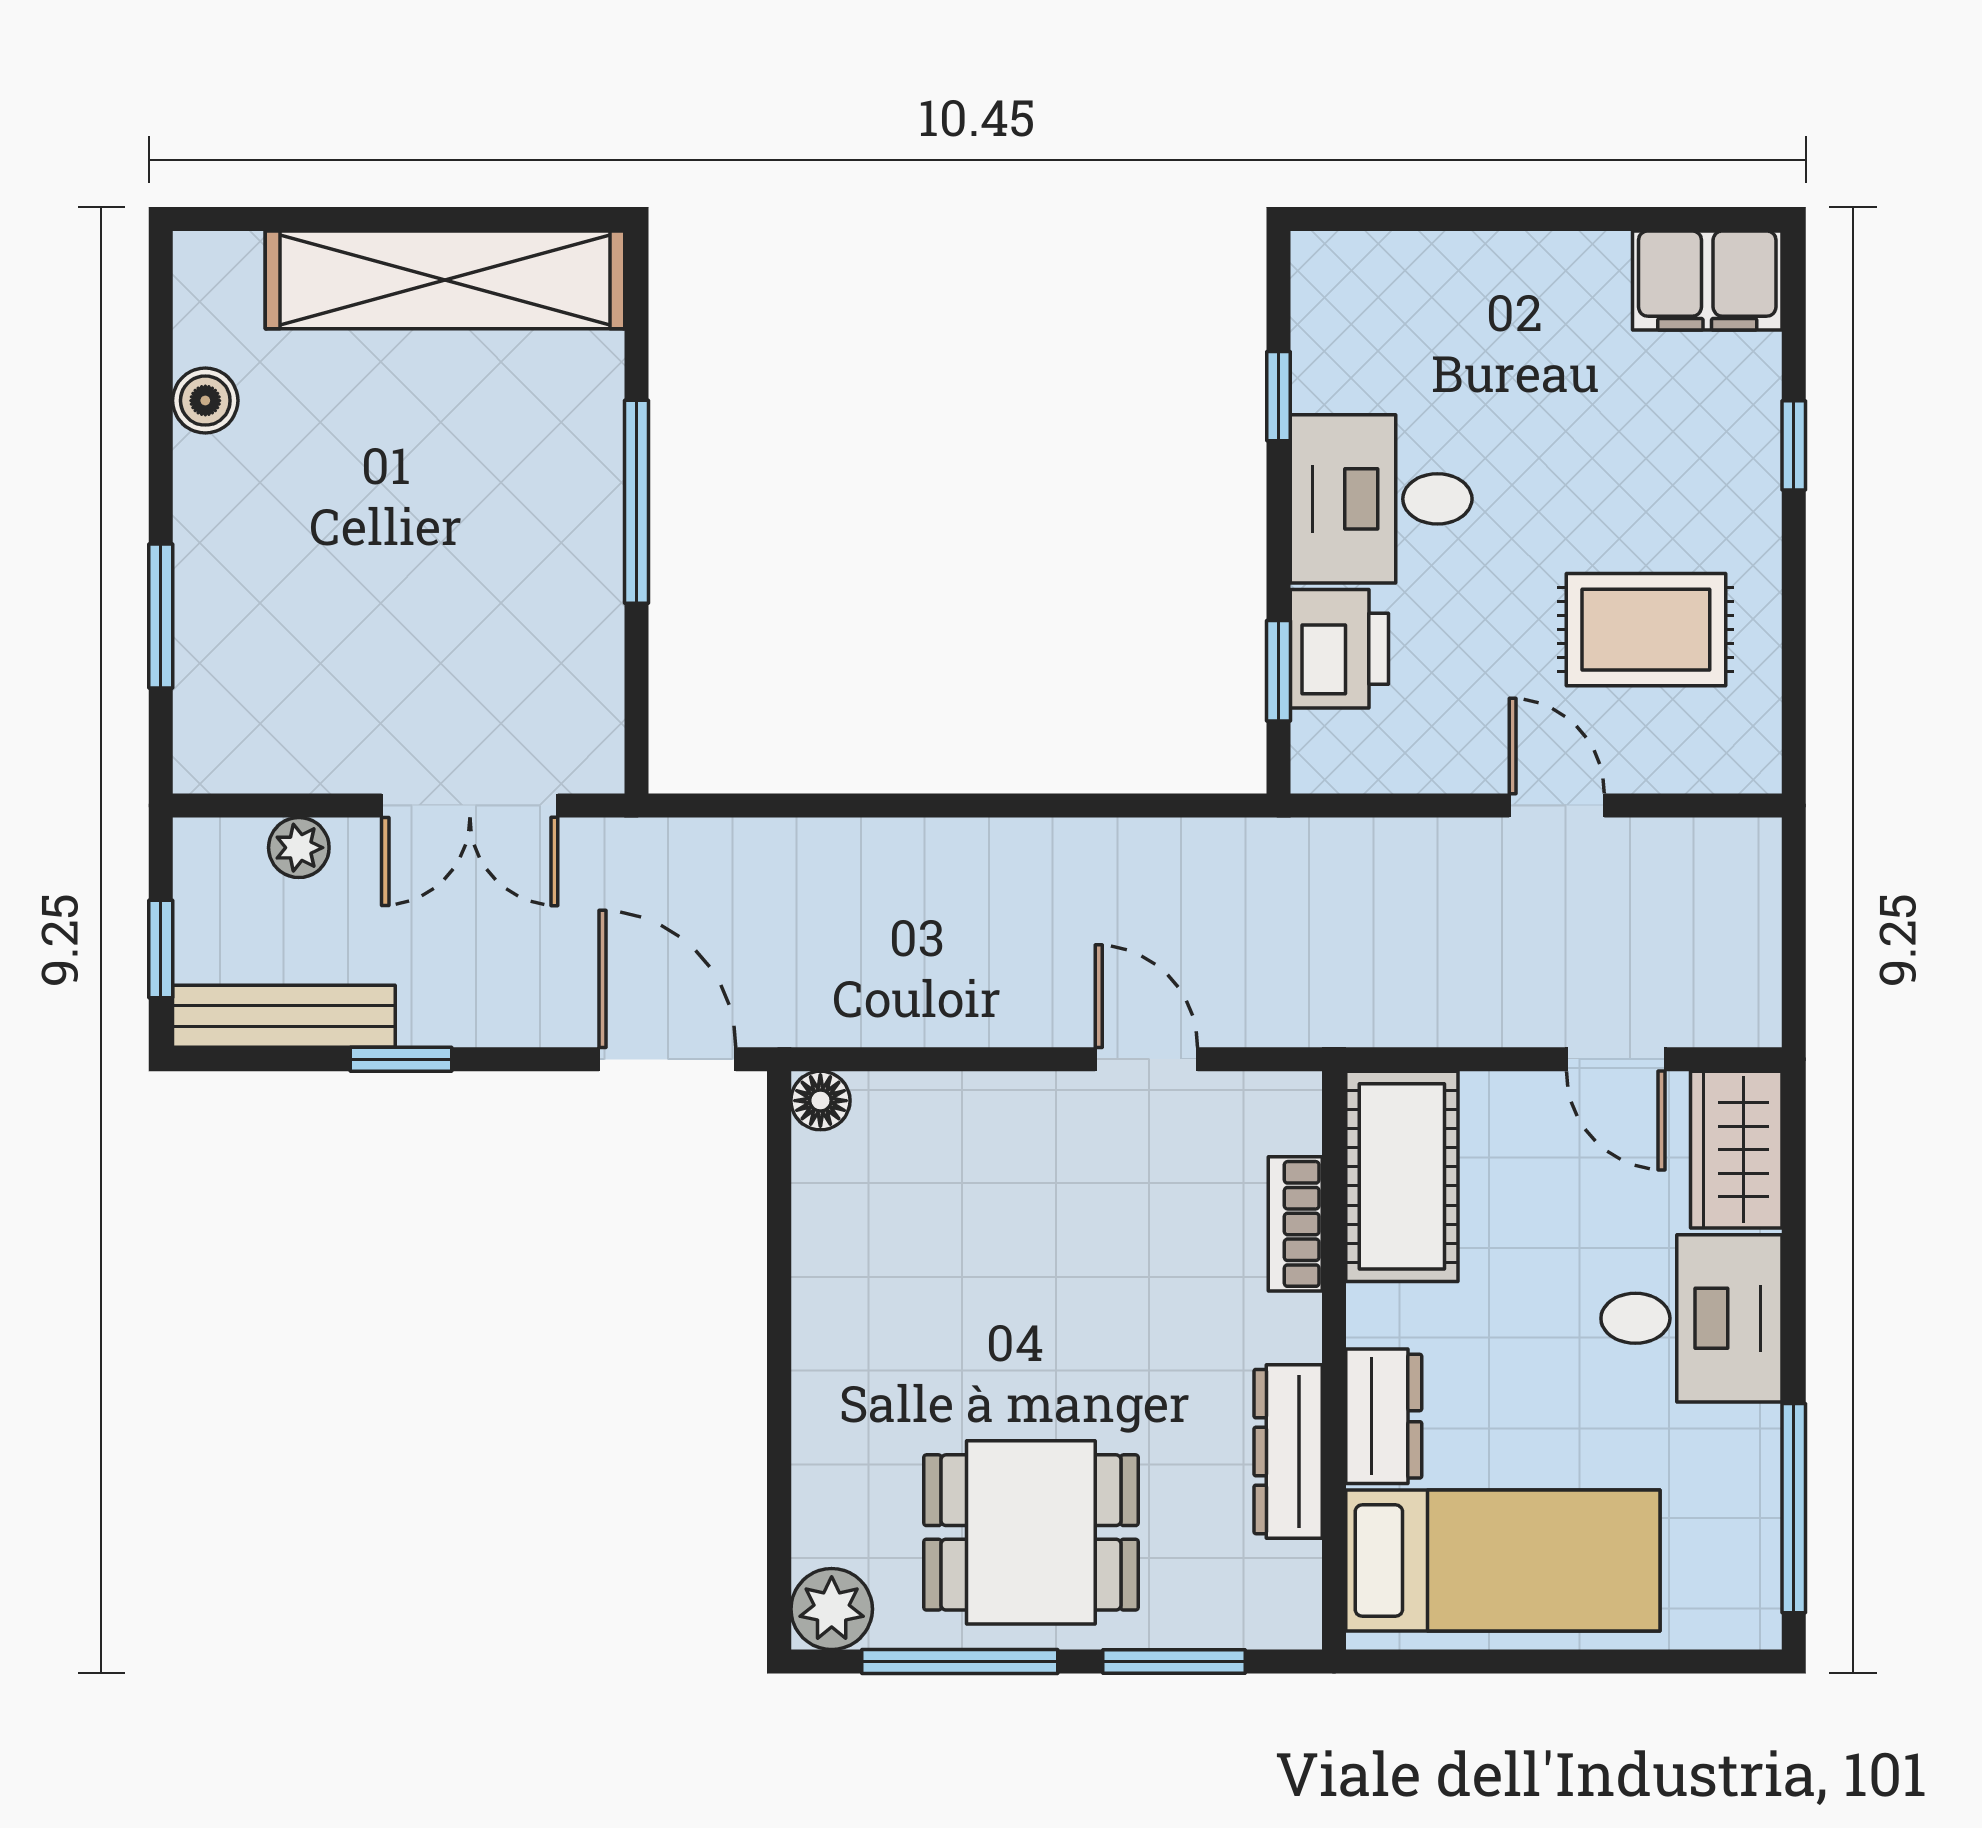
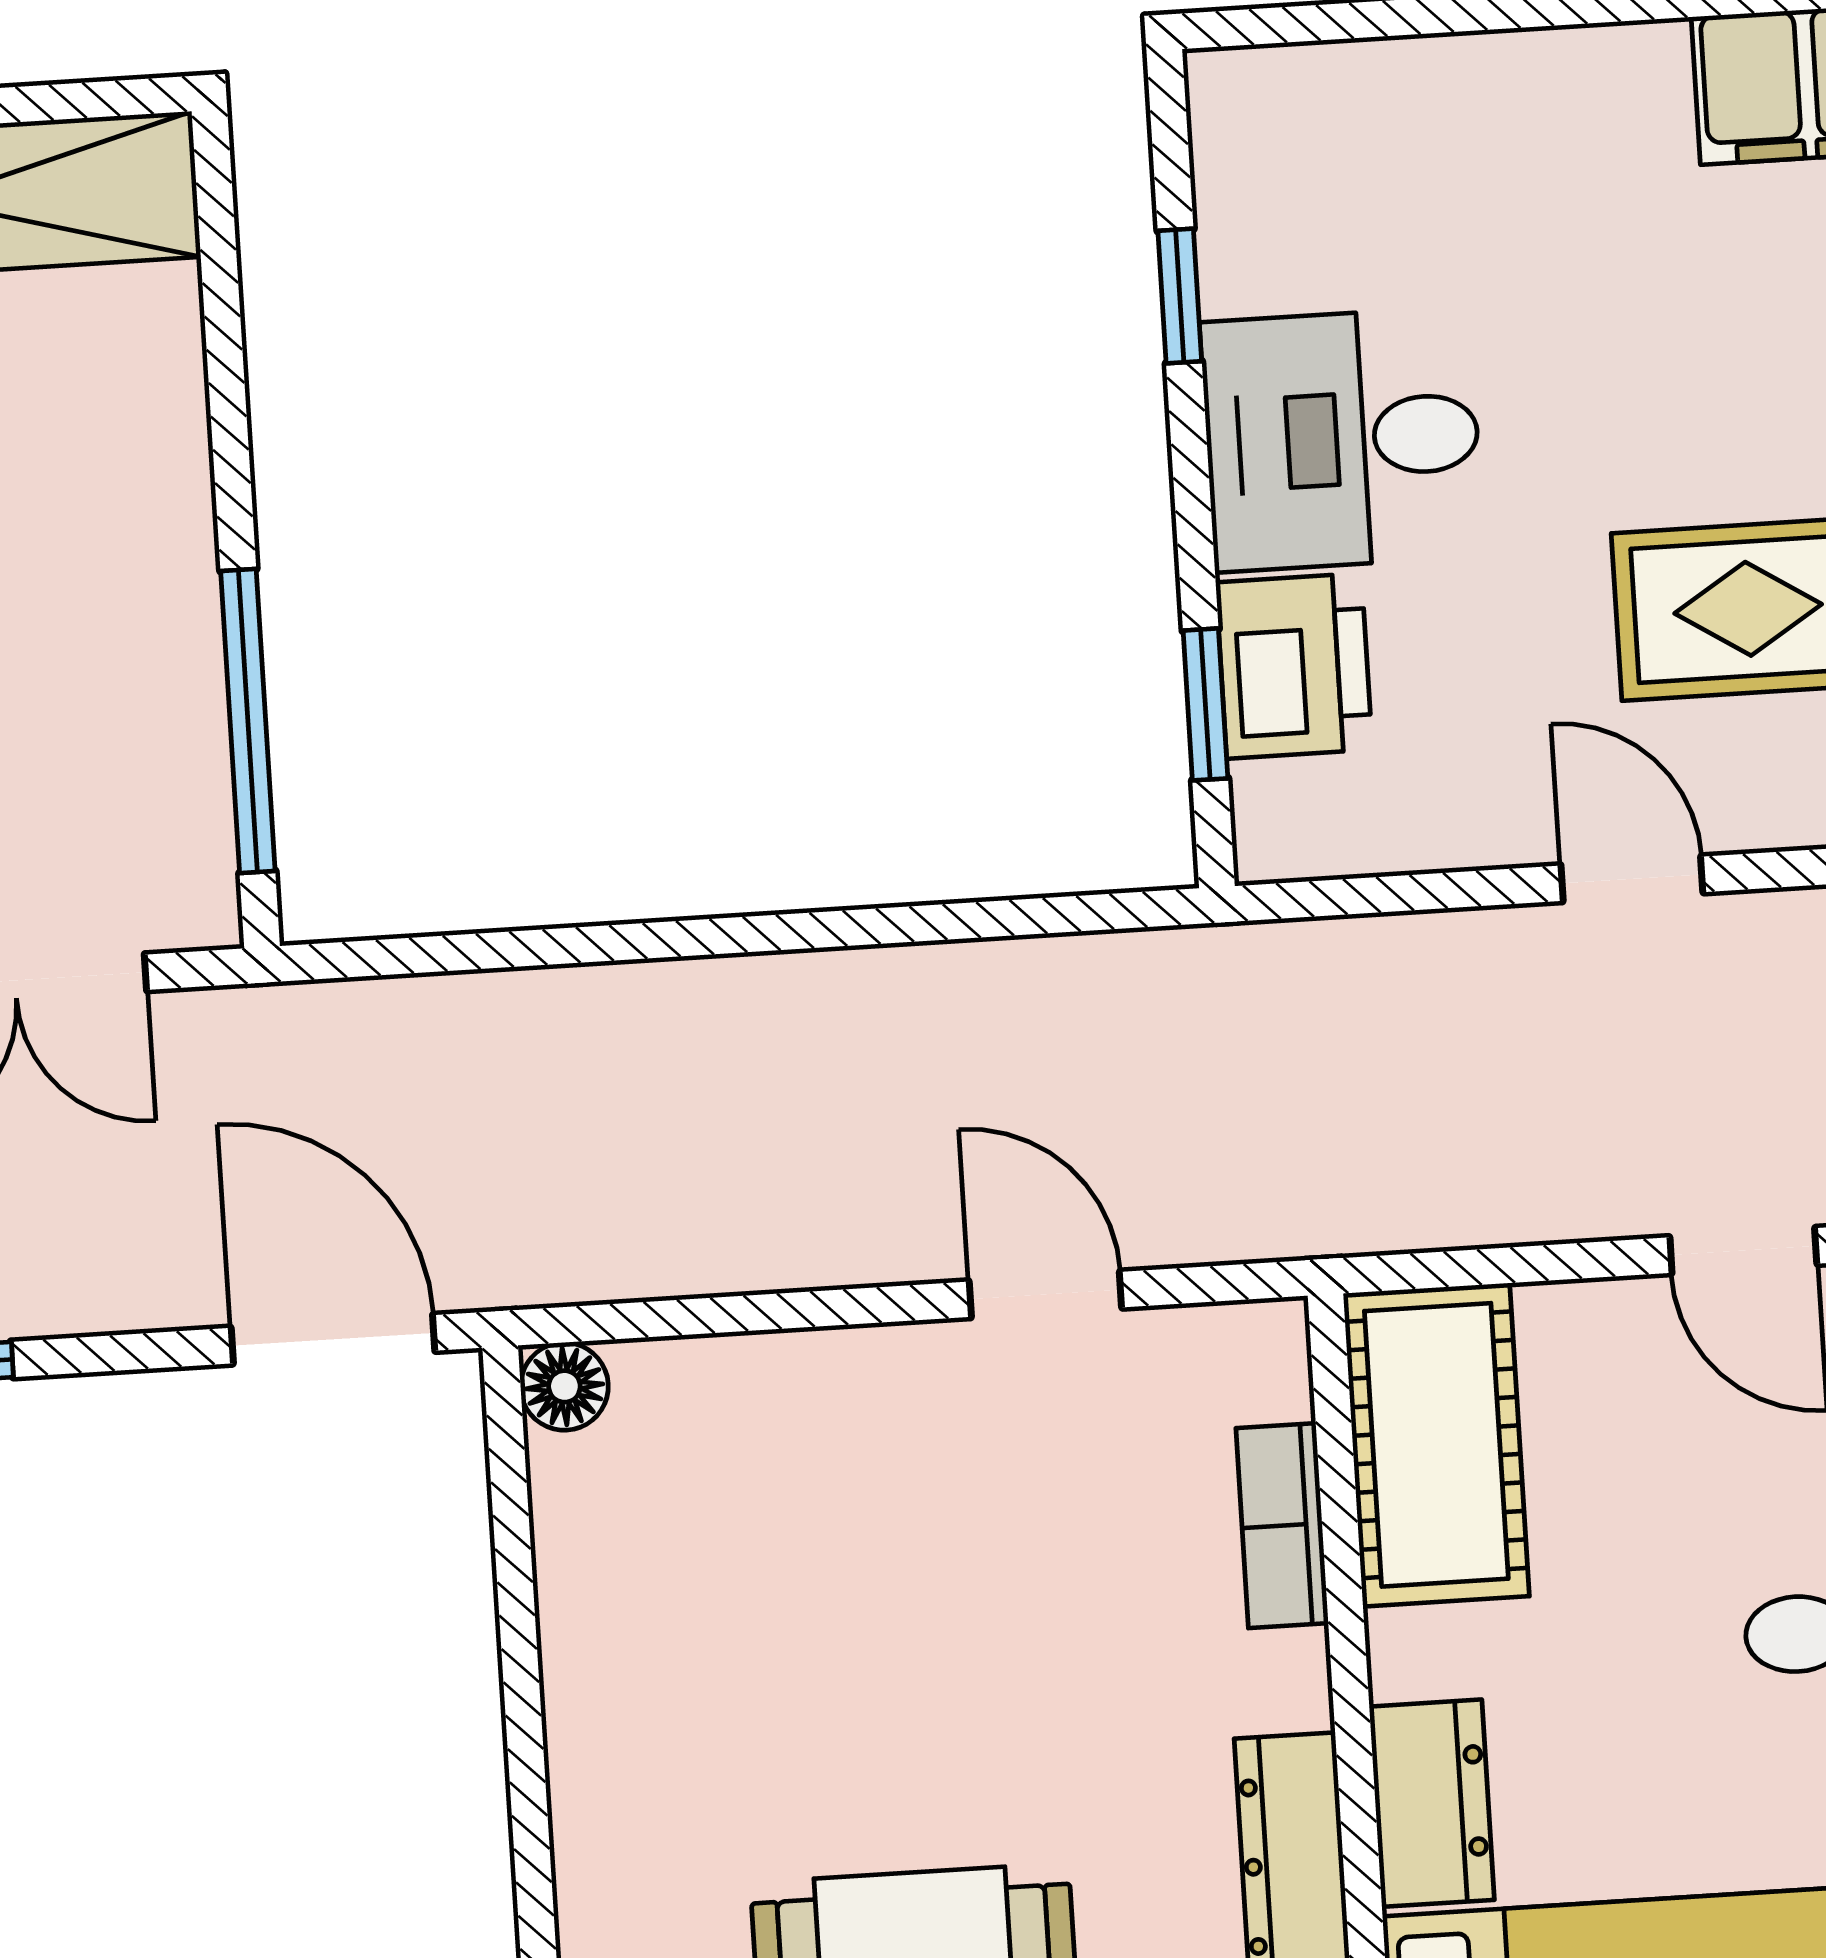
window: (636, 502) -> (248, 721), moved

